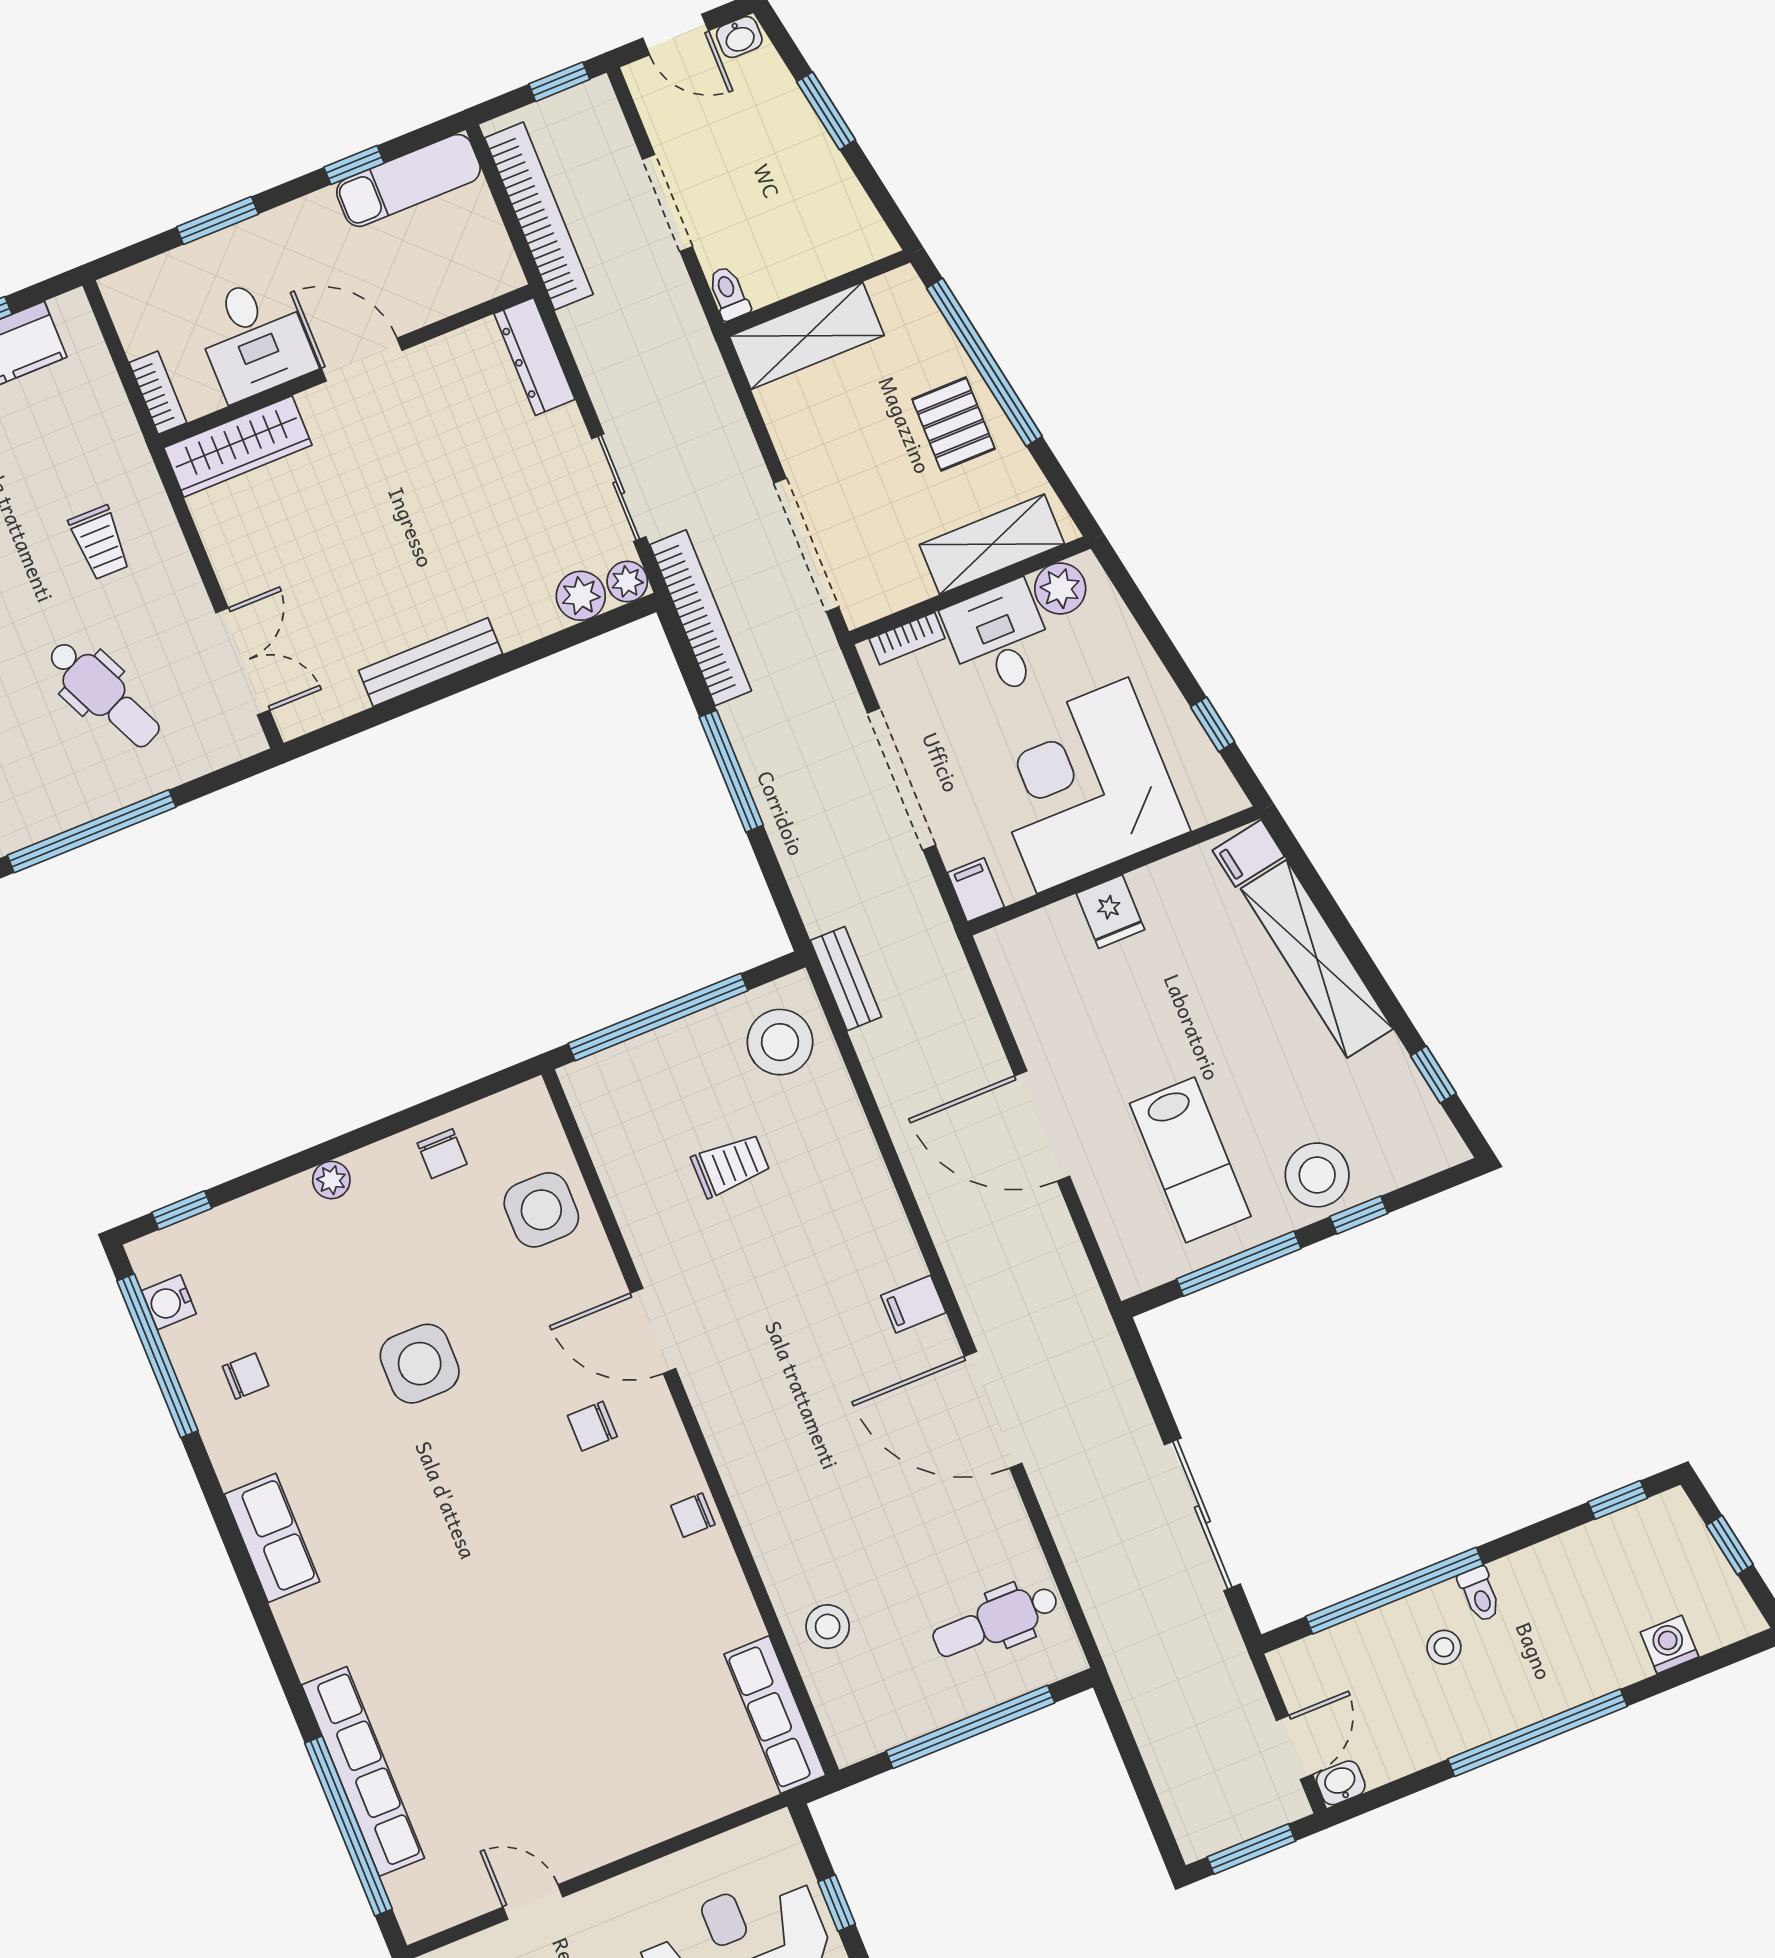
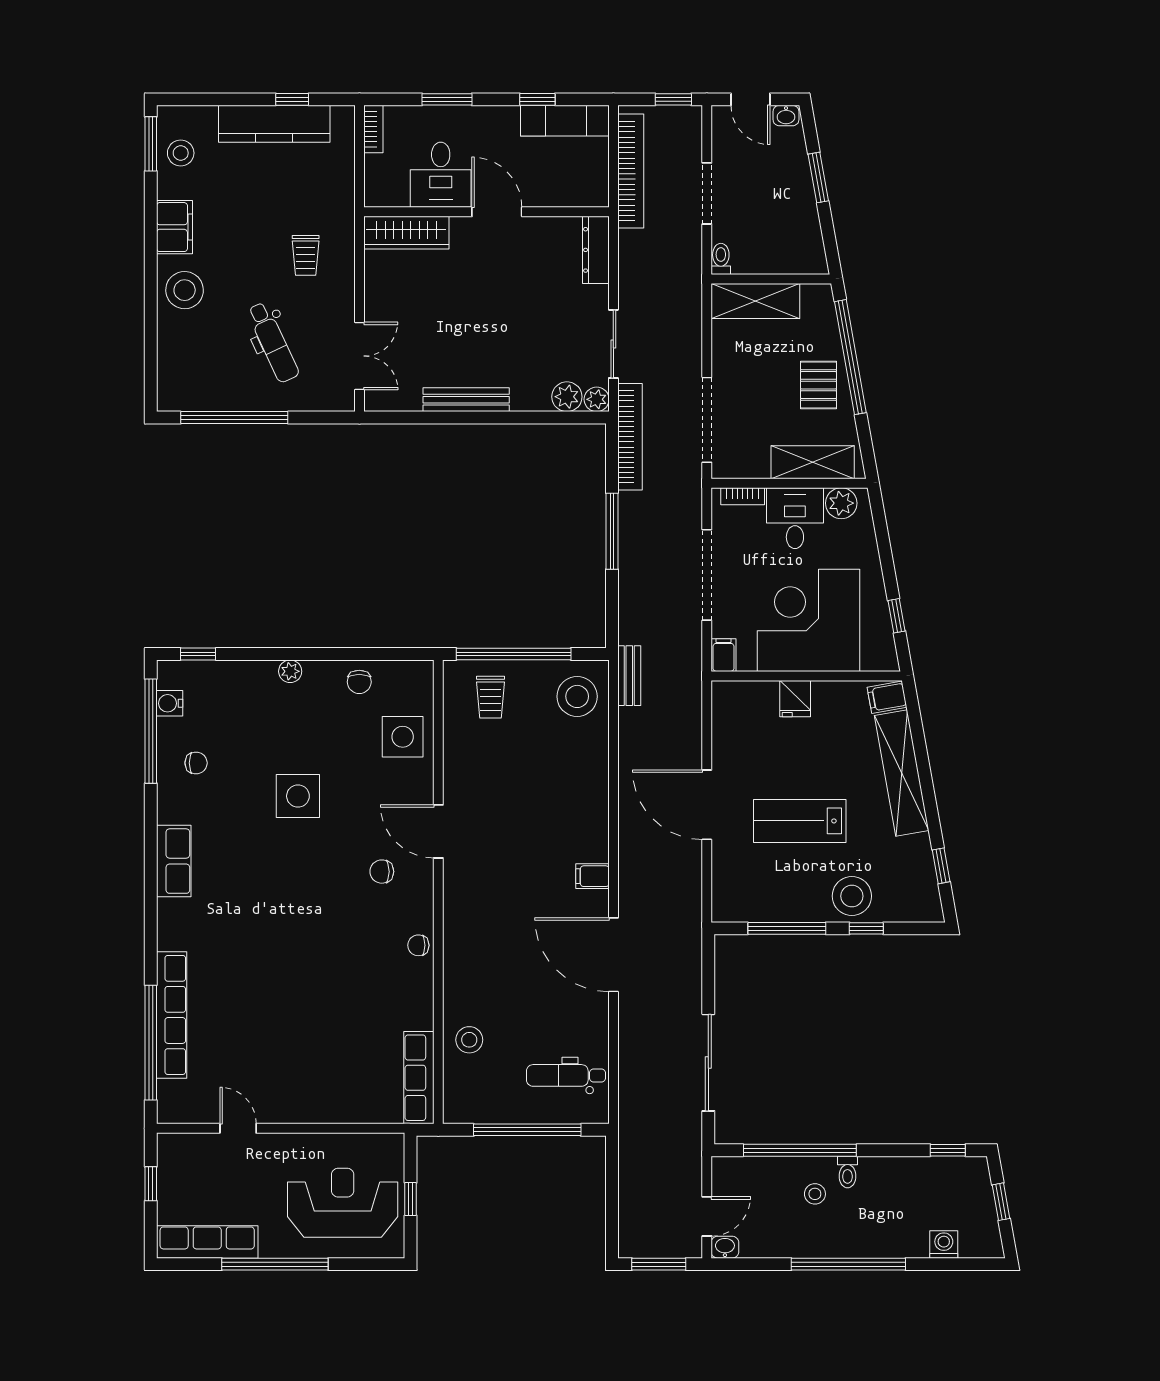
bookcase: (158, 393) -> (373, 129), moved
lab bench: (1190, 1160) -> (800, 821), moved, turned 90
trolley: (731, 1165) -> (490, 697), moved, turned 90

